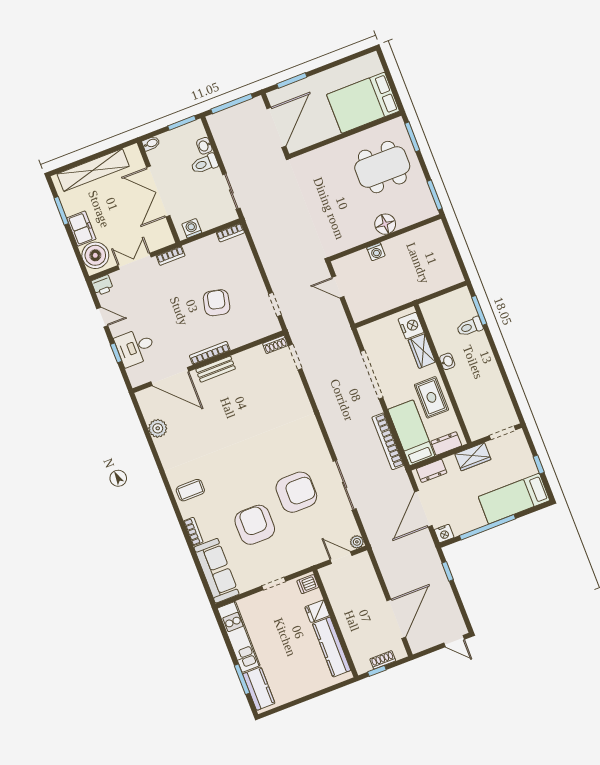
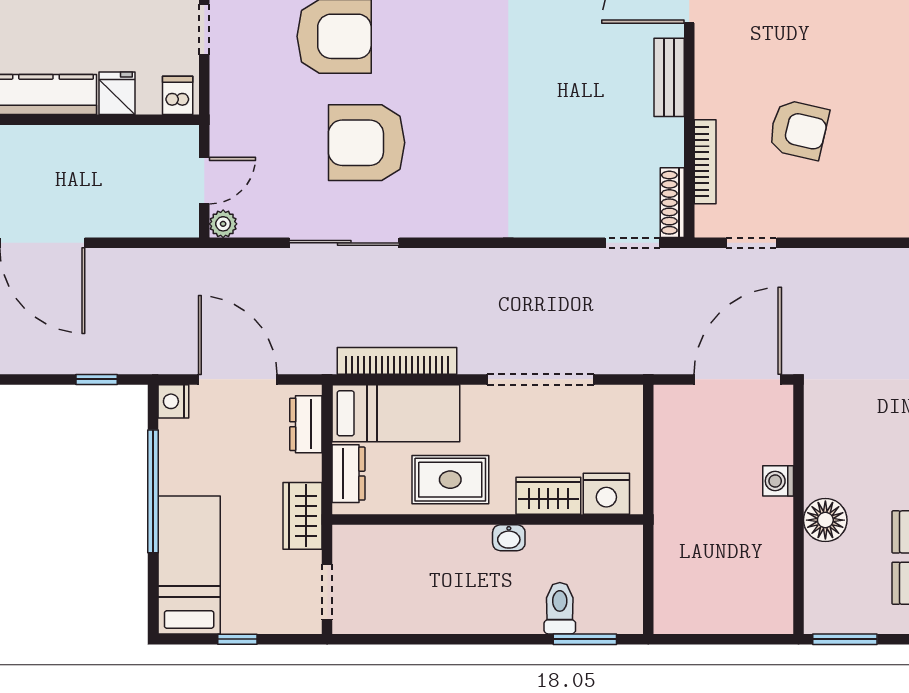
door: (338, 287) -> (738, 379), width x1.87
shoe rack: (275, 344) -> (672, 203), width x1.43
bookcase: (210, 353) -> (705, 162), moved
armchair: (296, 492) -> (367, 143), turned 90

